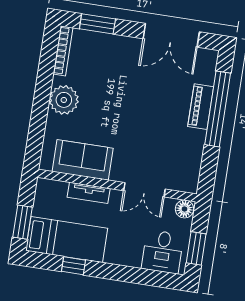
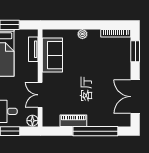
plant: (64, 100) -> (82, 34), width x0.53, depth x0.53
piano: (201, 107) -> (73, 121), moved
tv unit: (89, 193) -> (33, 49), moved

